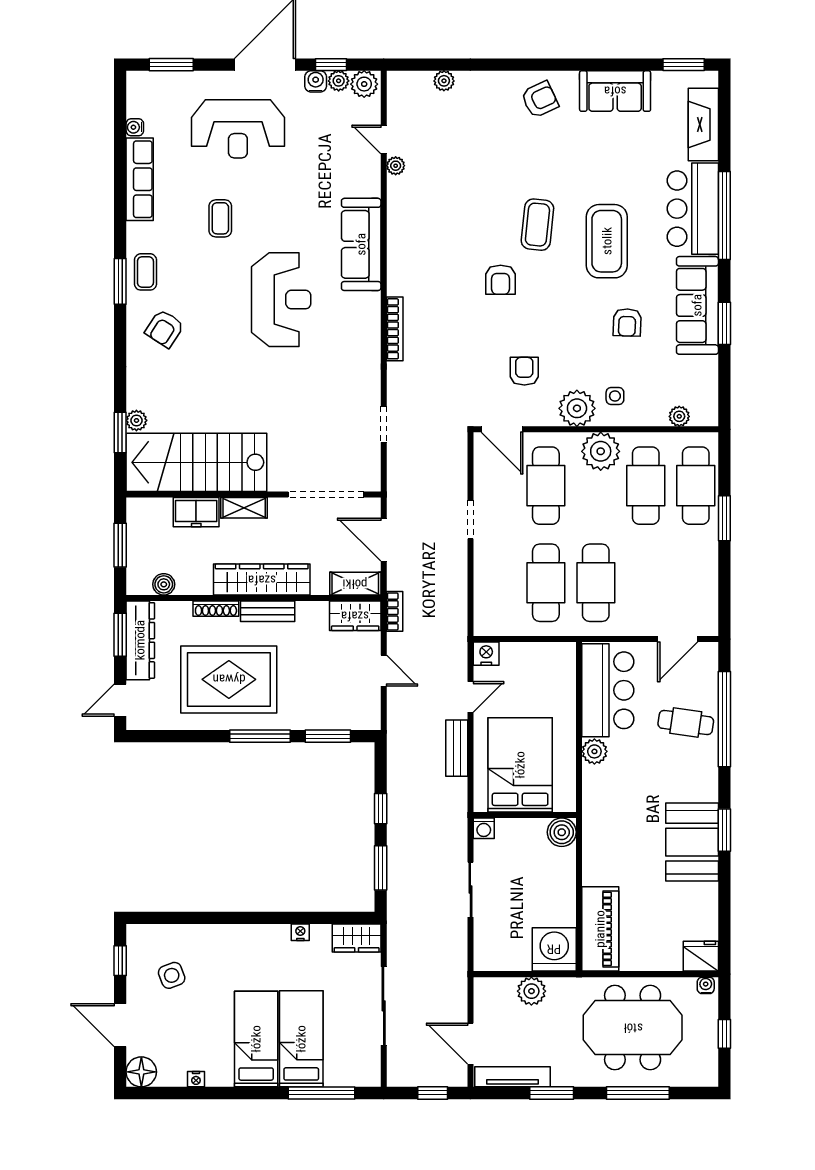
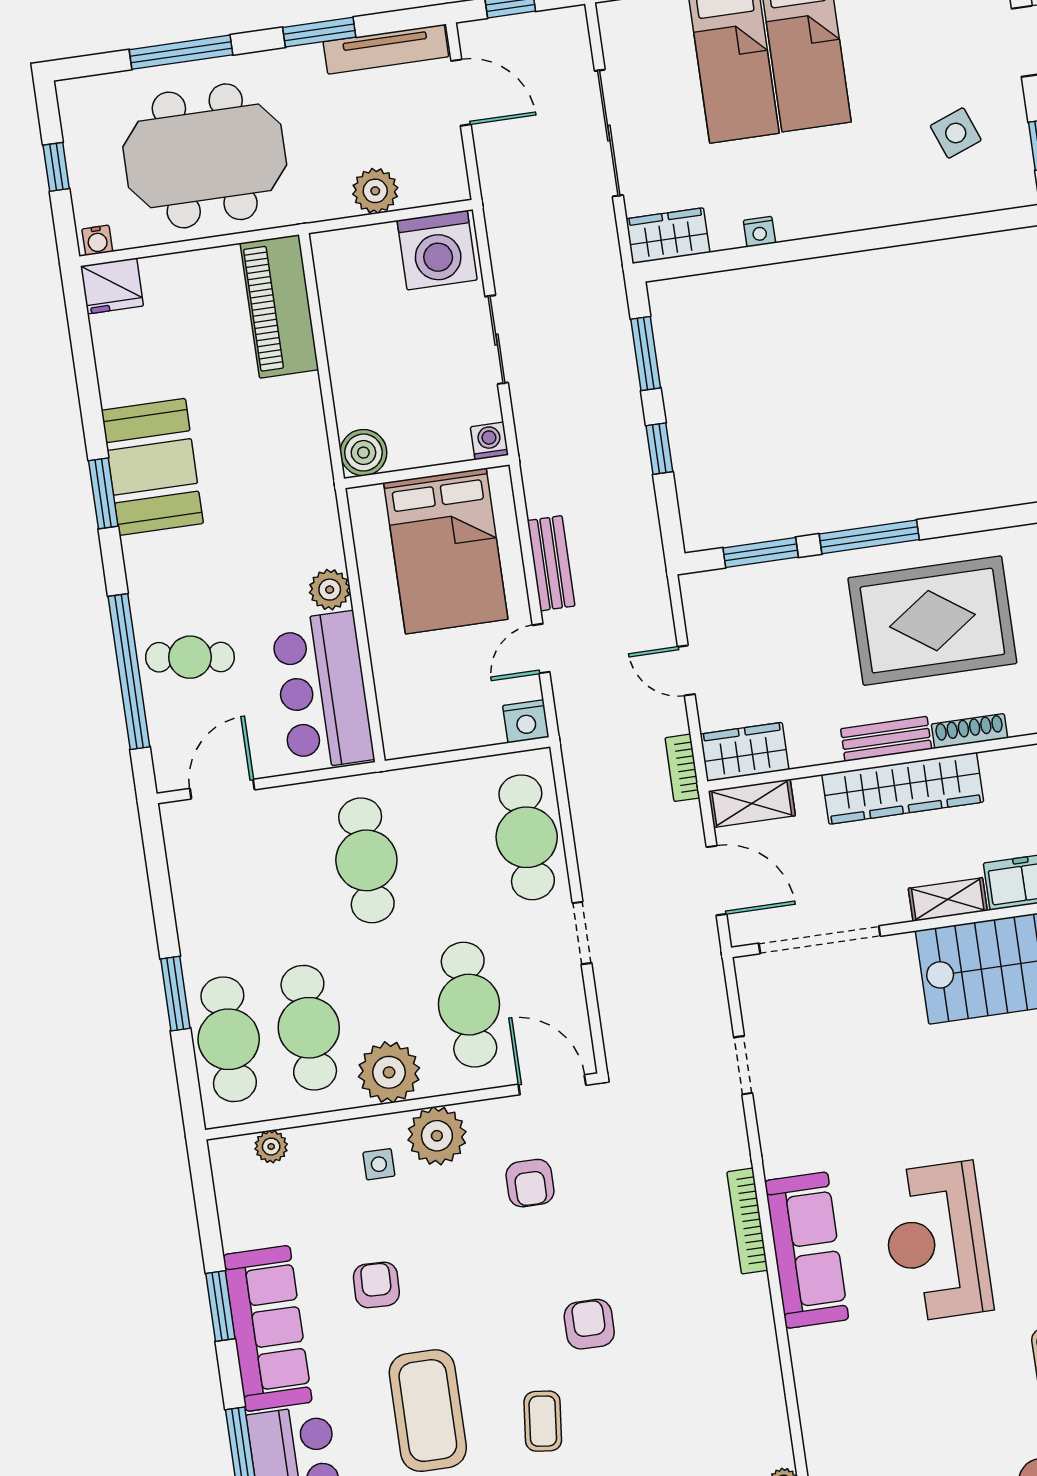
coffee table: (537, 225) -> (543, 1421), width x0.73, depth x0.77
sofa: (361, 244) -> (807, 1250), moved
cafe table: (546, 583) -> (527, 837), moved
washing machine: (554, 949) -> (437, 250), moved

